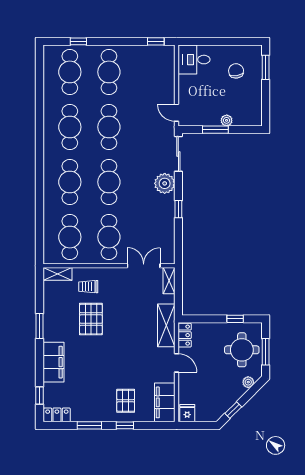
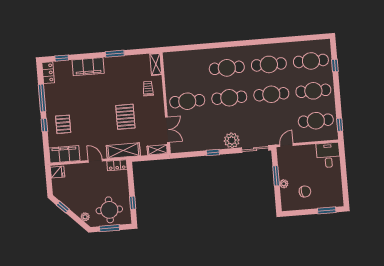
chair: (236, 71) -> (305, 191), moved
cafe table: (70, 237) -> (316, 121), moved
pallet: (91, 319) -> (125, 117), moved, turned 90
door: (177, 363) -> (95, 161), swing flipped
pallet: (126, 401) -> (63, 124), turned 90
window: (89, 425) -> (42, 98), width x1.44

